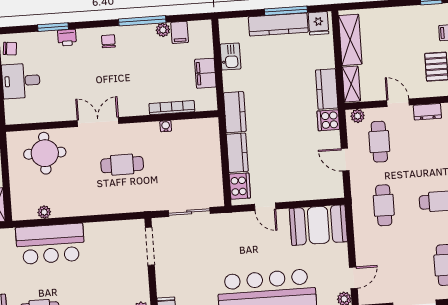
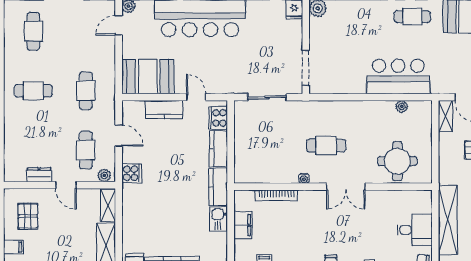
kitchen sink: (230, 57) -> (219, 219), moved
kitchen counter: (327, 89) -> (164, 110), moved, turned 90
water cooler: (166, 126) -> (304, 178), moved

